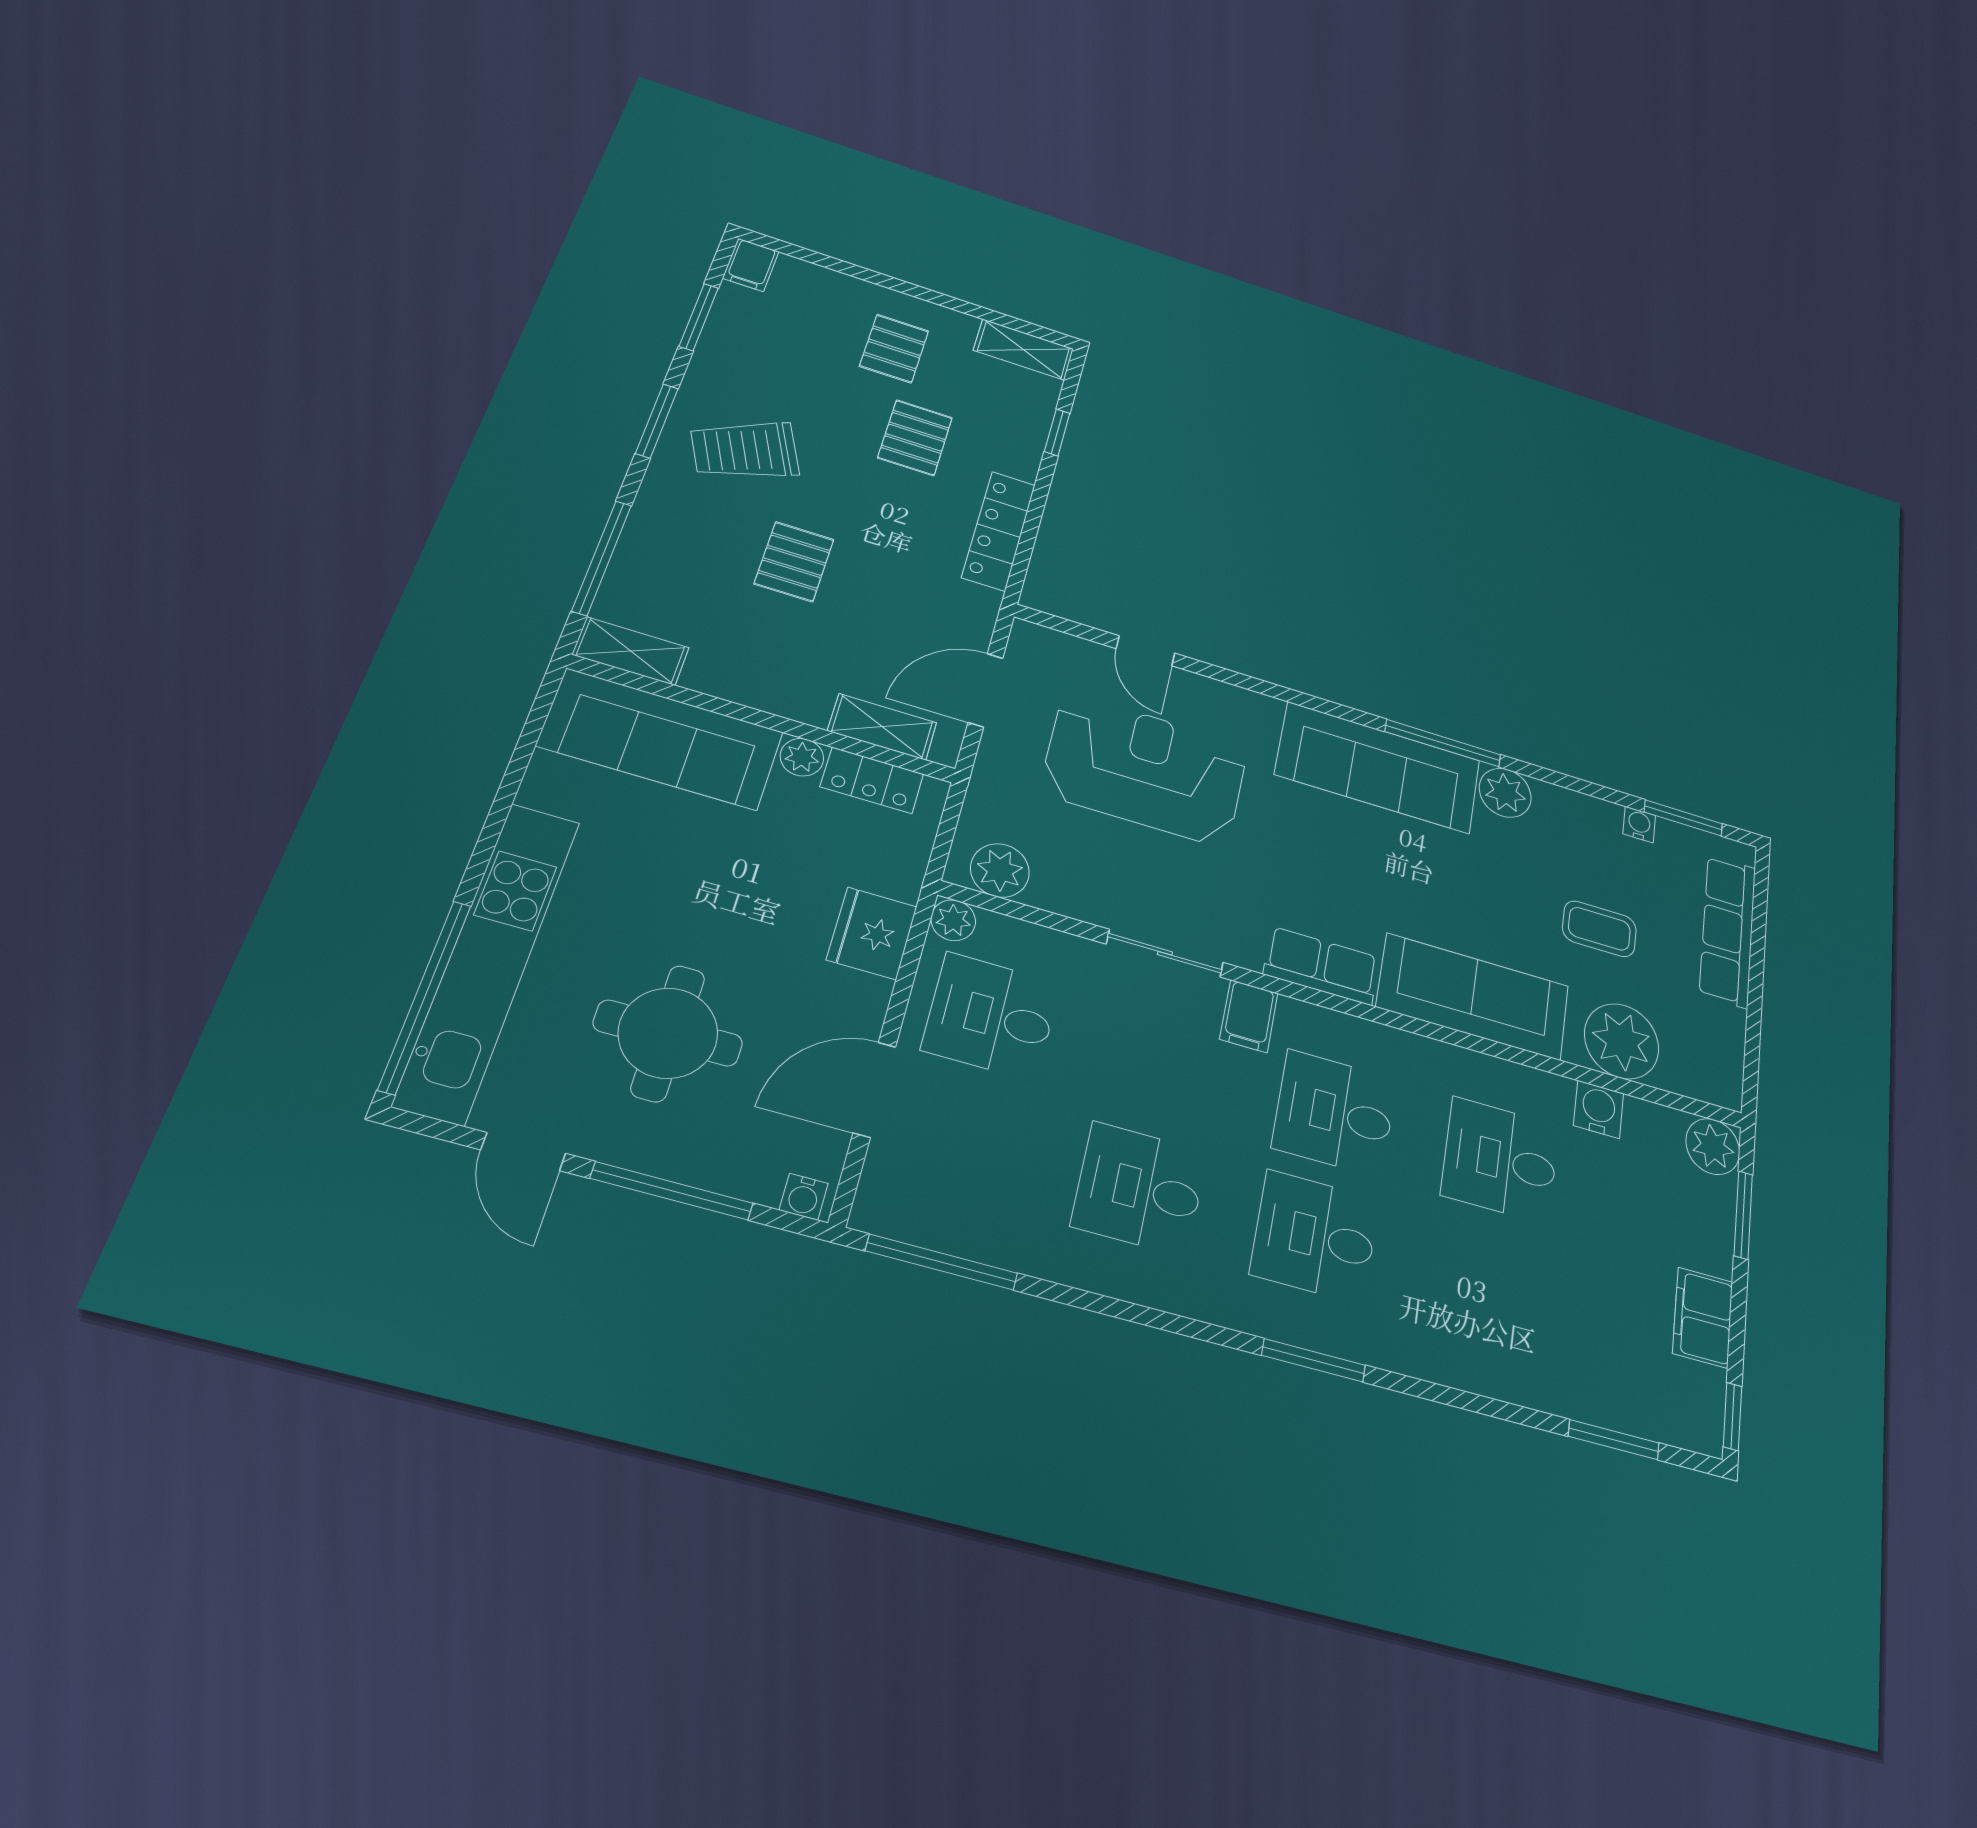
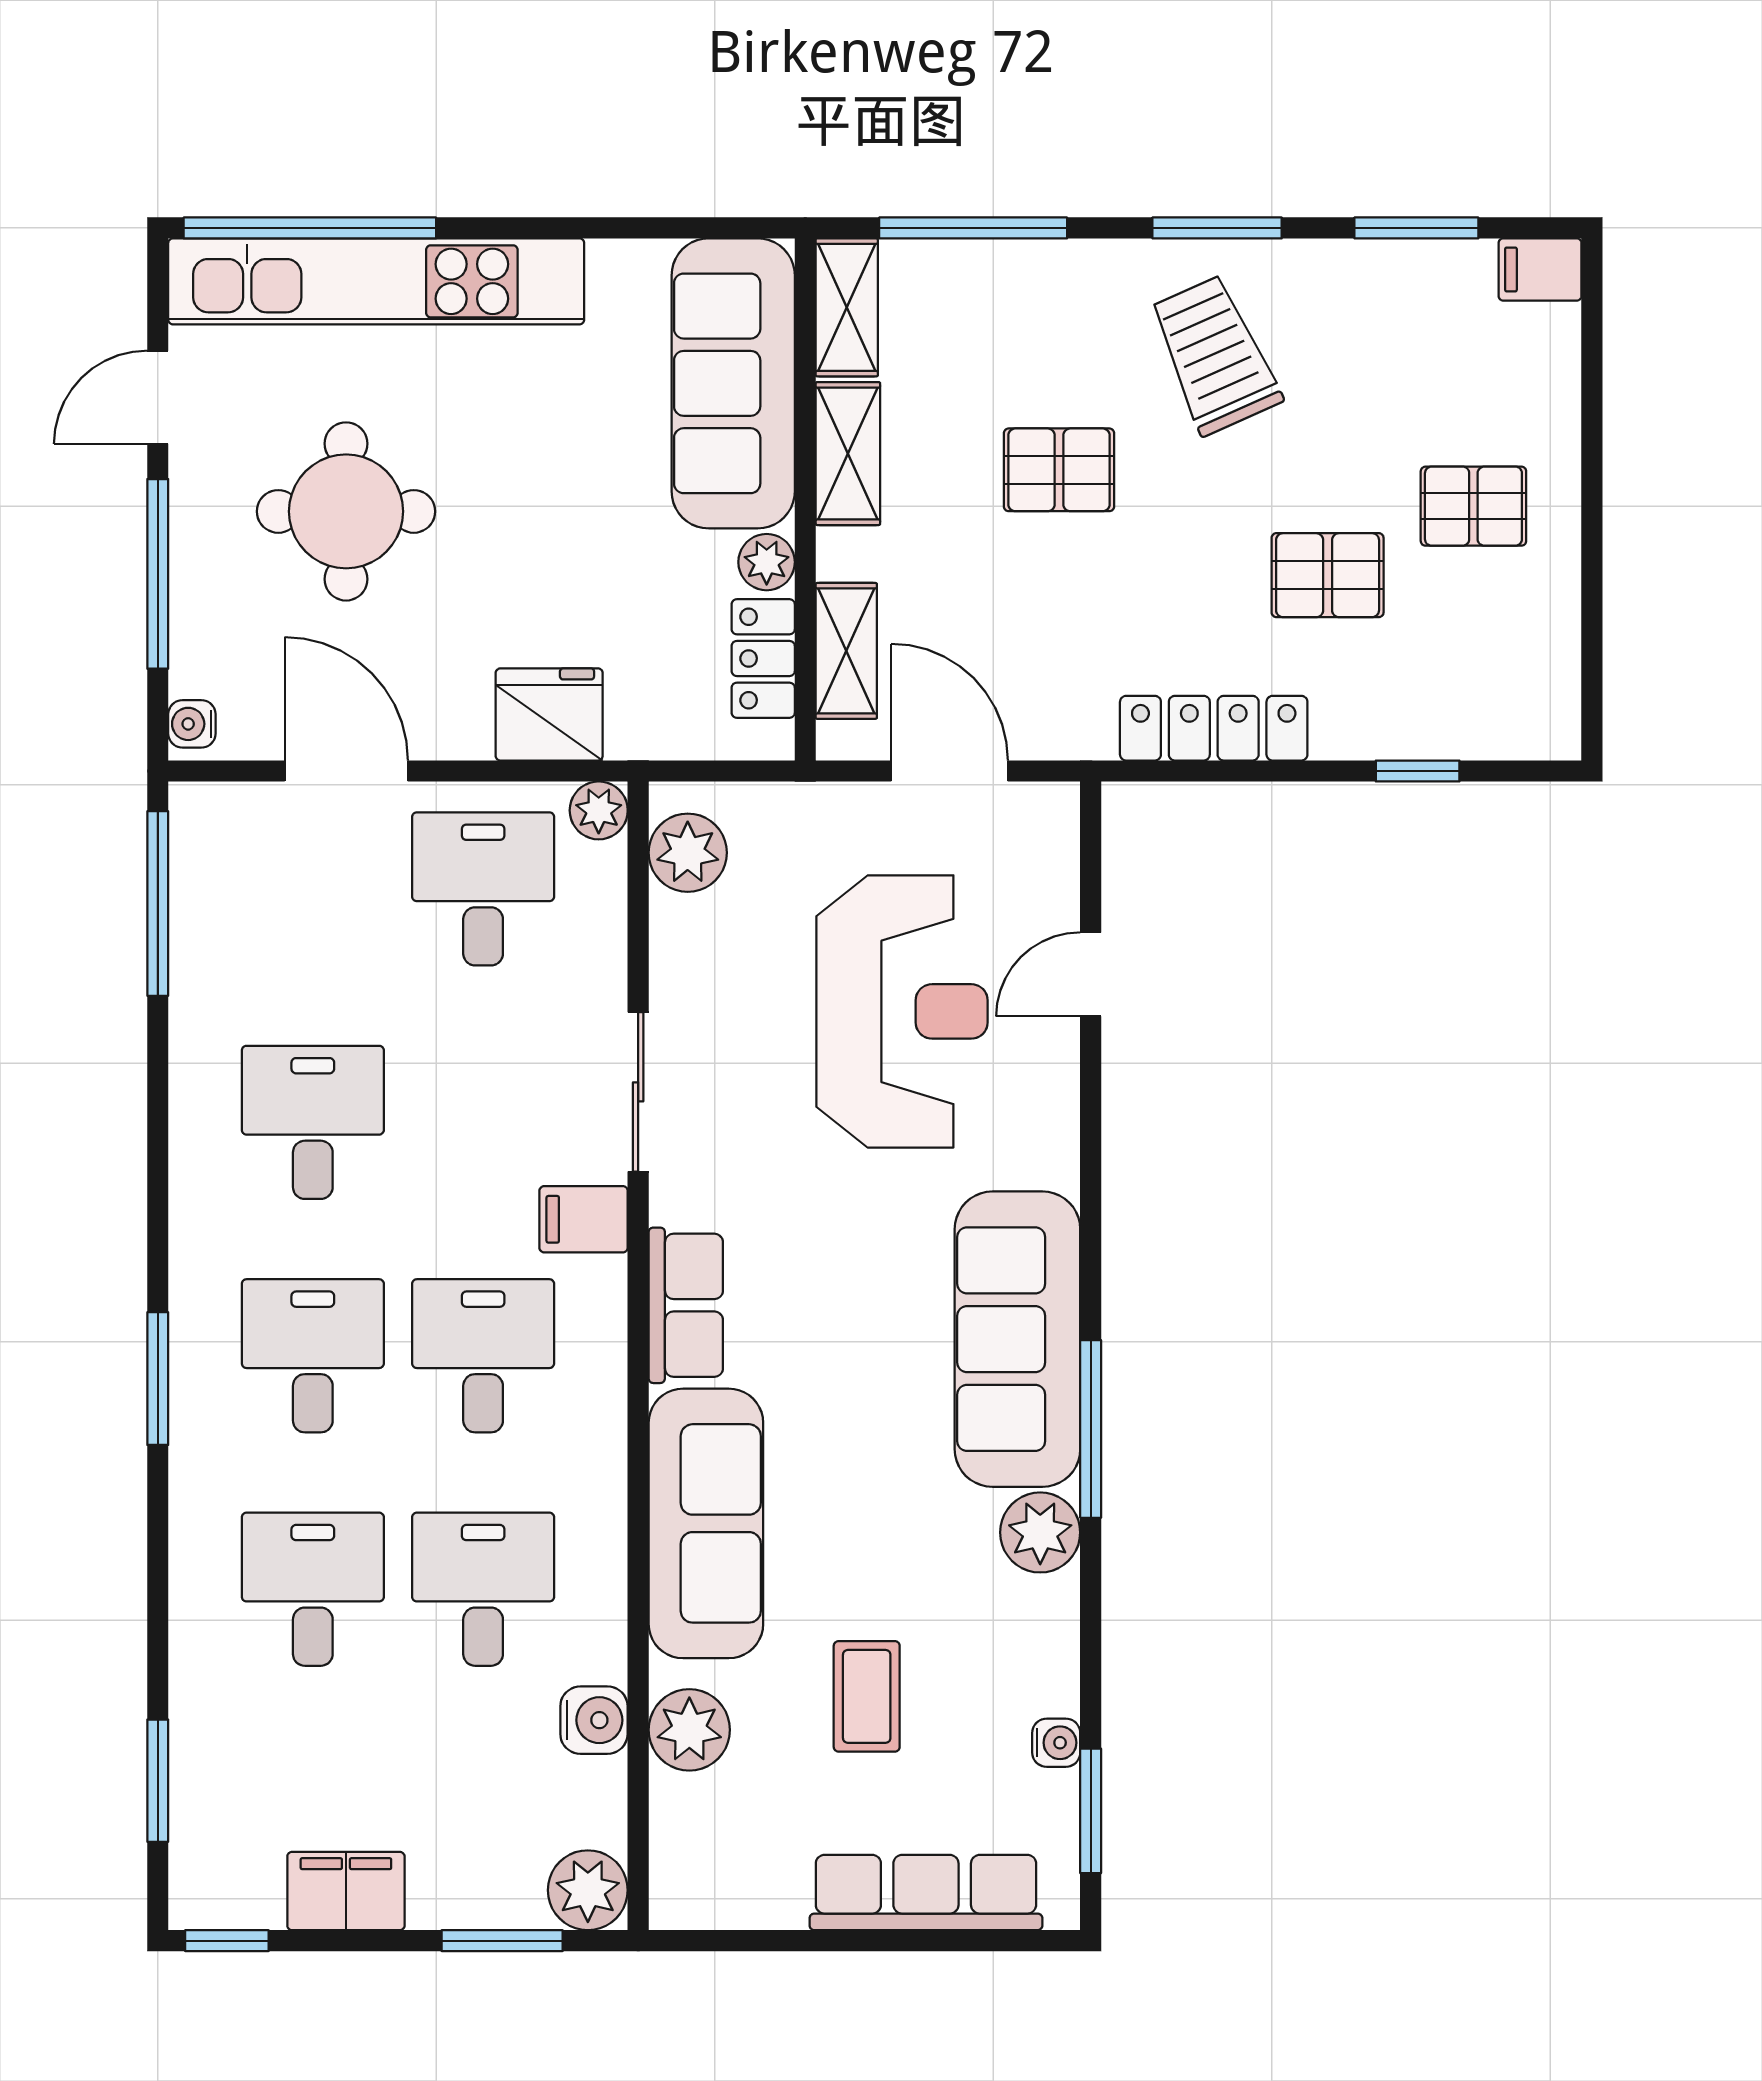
shelving: (1024, 350) -> (848, 454), moved
plant: (1622, 1041) -> (689, 1730), width x0.73, depth x0.73
desk: (1486, 1283) -> (313, 1589), added

